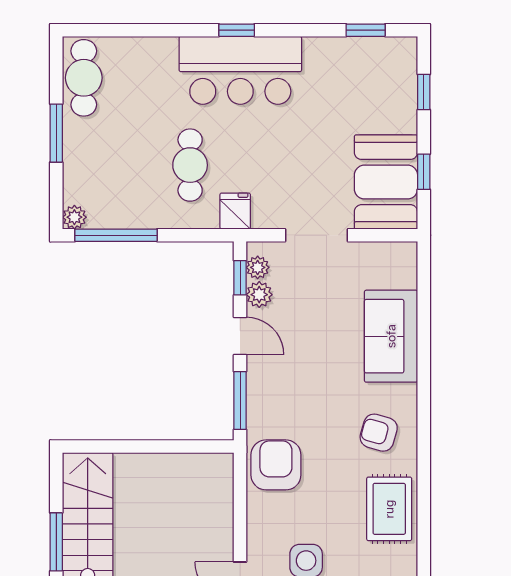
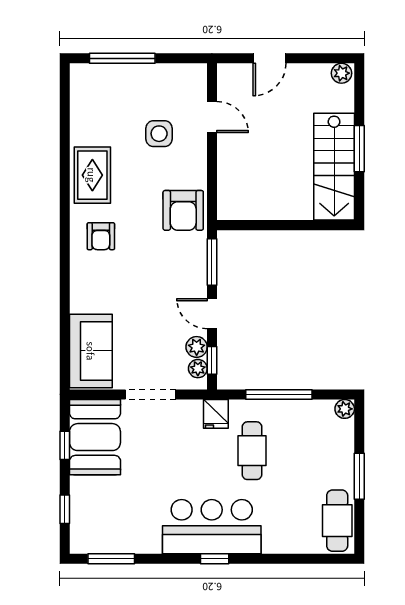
window: (366, 30) -> (111, 559), width x1.50
window: (116, 235) -> (279, 394), moved
sofa: (391, 336) -> (91, 351), moved
armchair: (379, 433) -> (101, 236), turned 74

